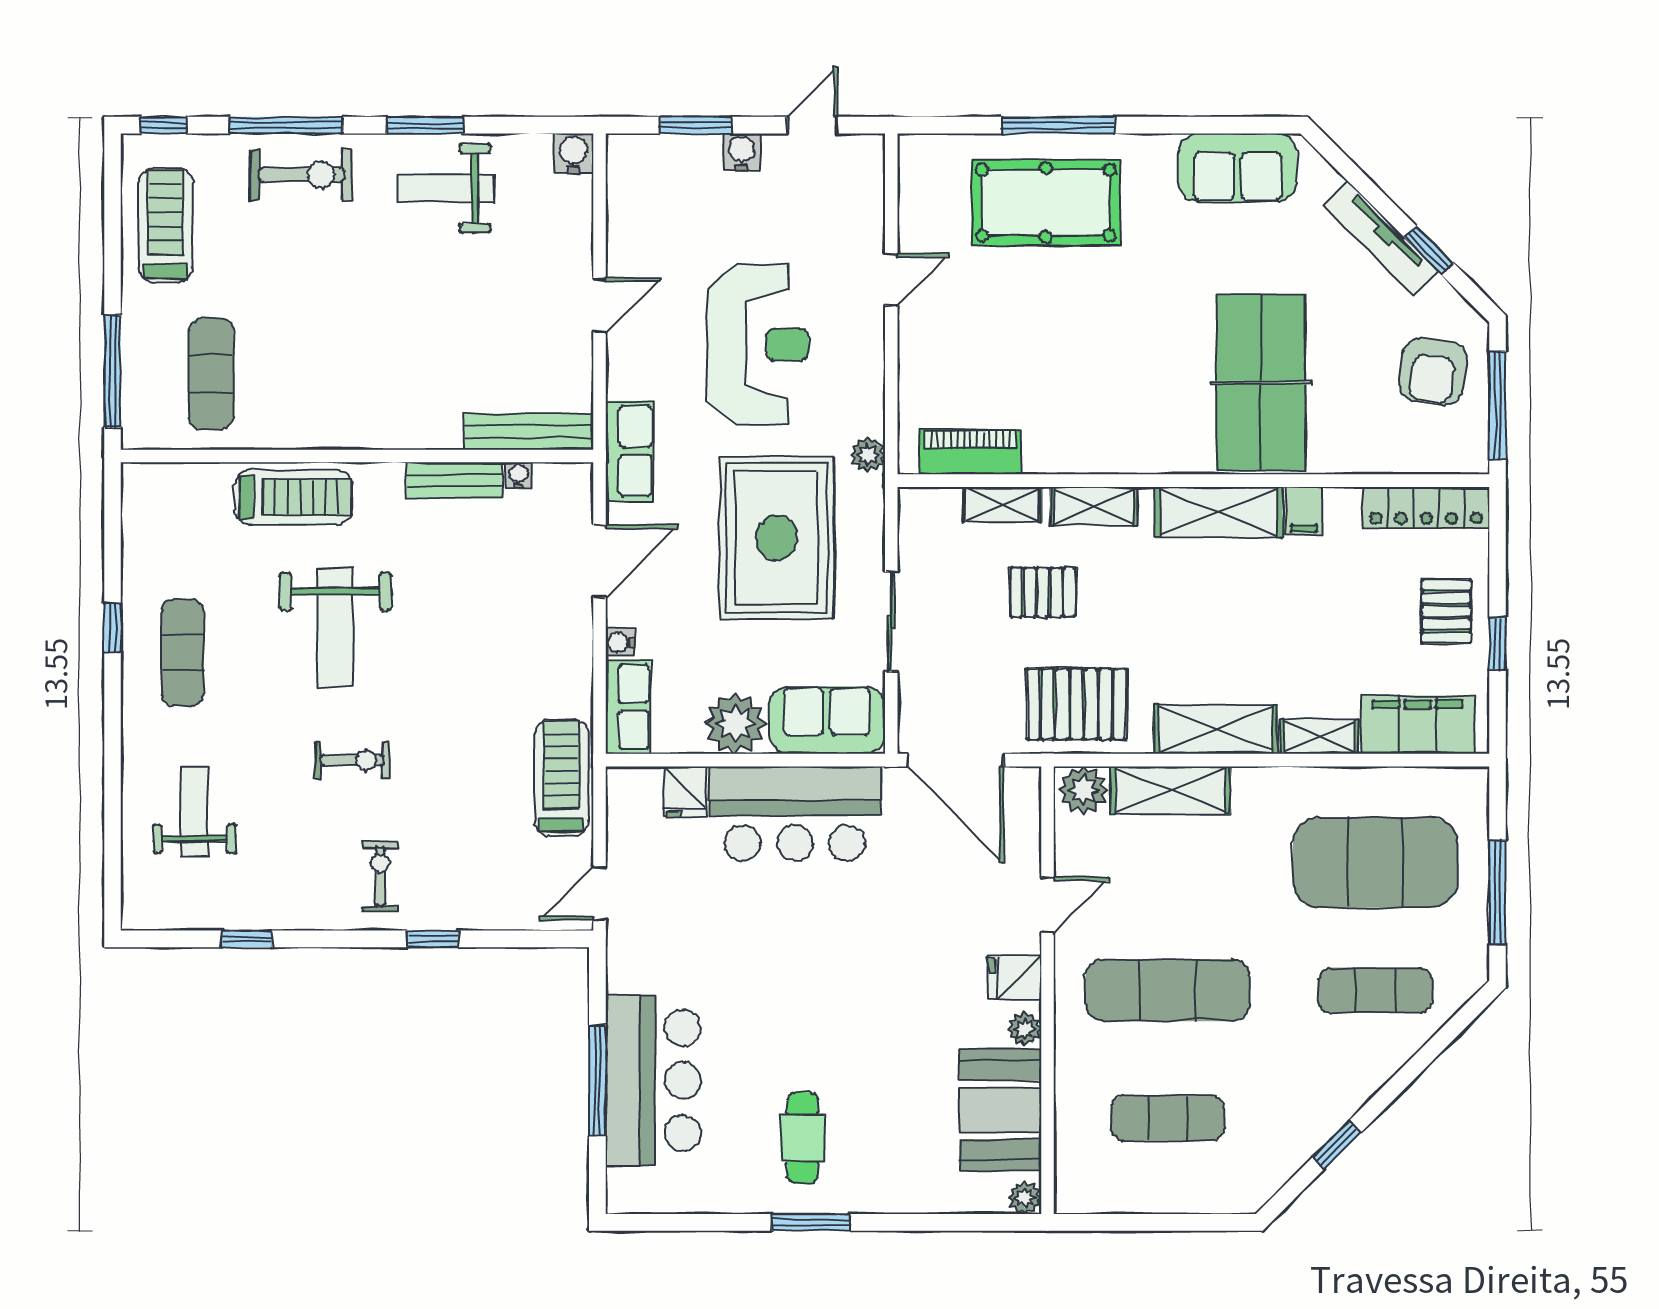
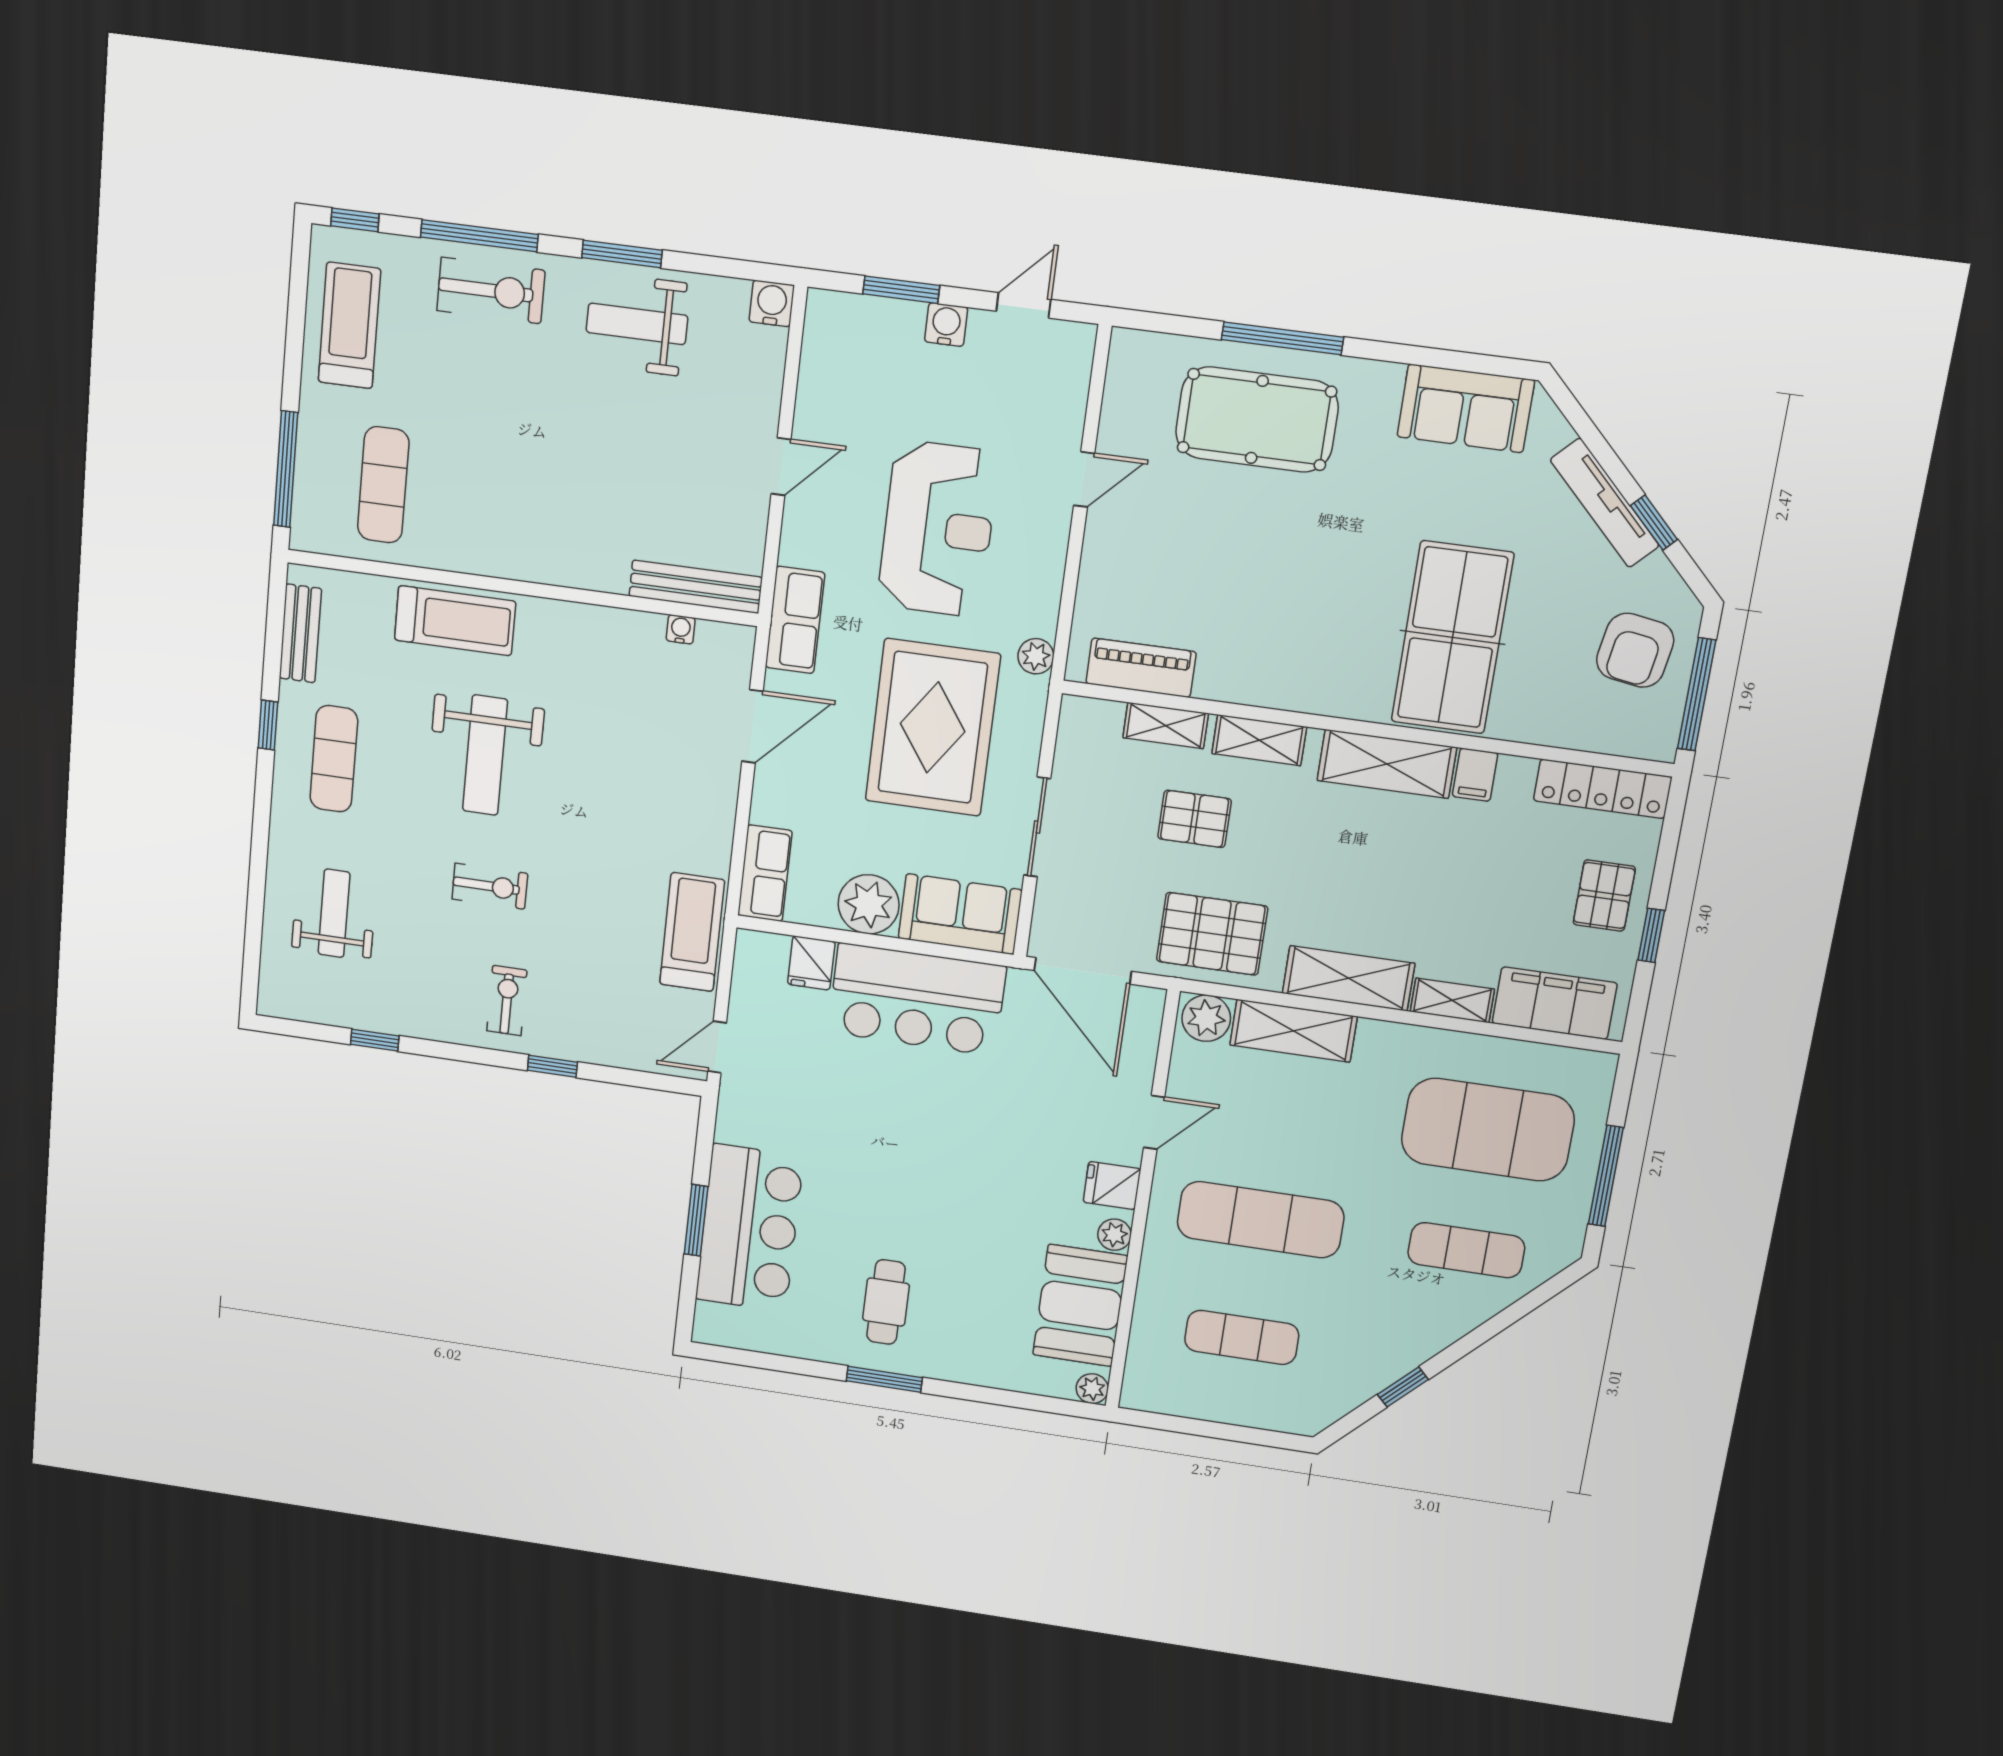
bench: (454, 480) -> (300, 633), moved, turned 90
water cooler: (620, 642) -> (764, 809), removed
window: (597, 1081) -> (696, 1220), width x0.69

